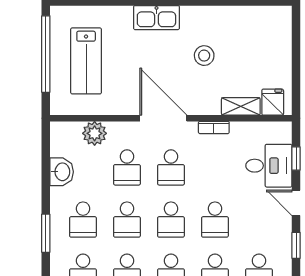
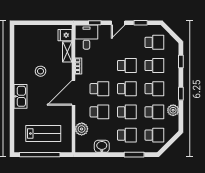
desk: (269, 166) -> (86, 37), moved

